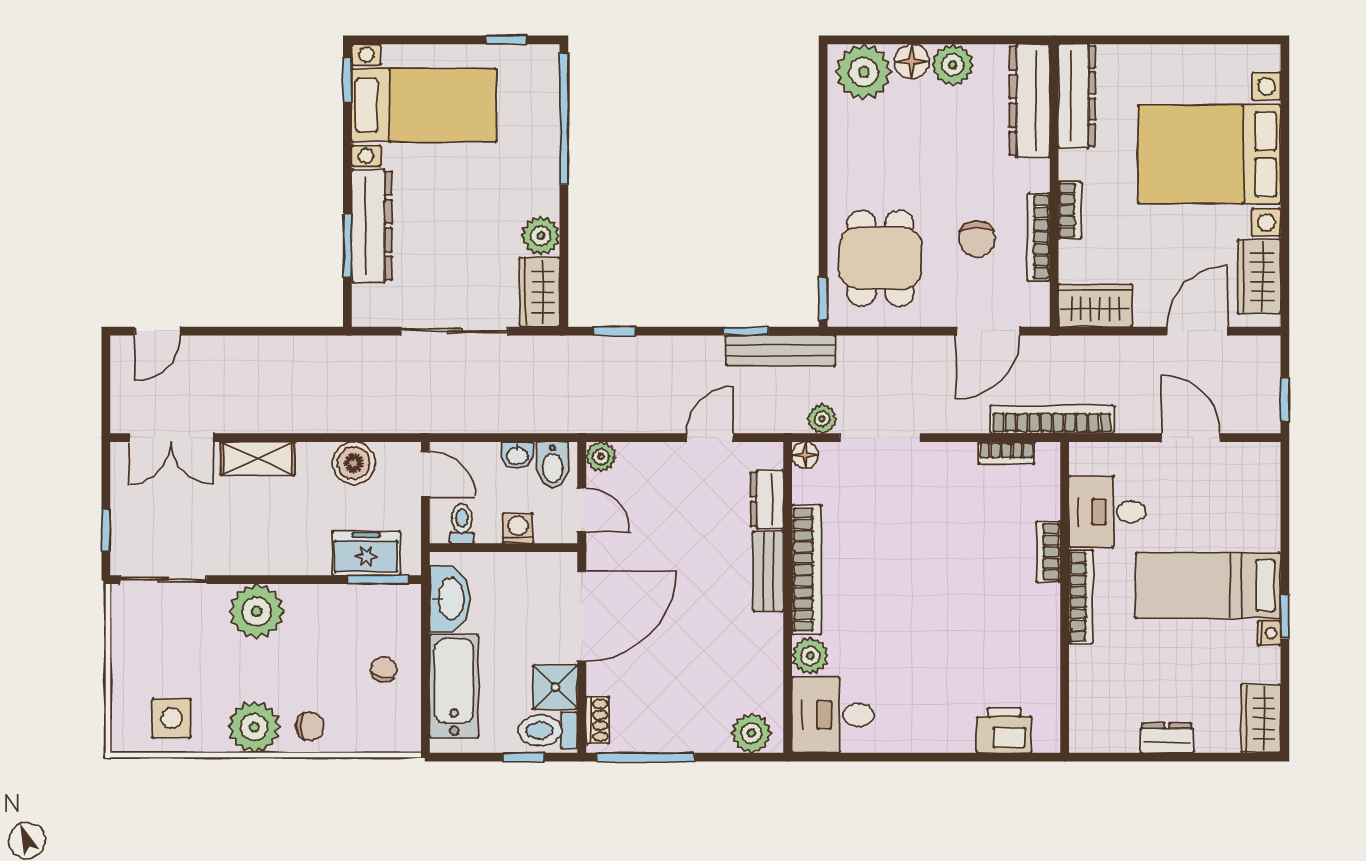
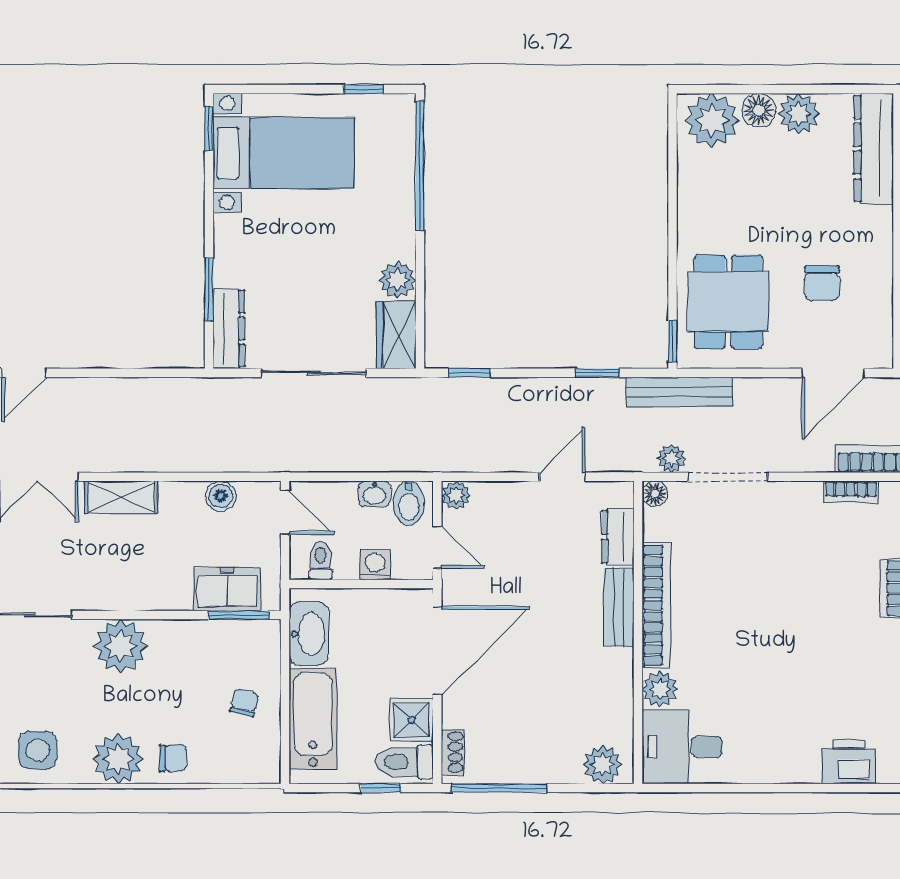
dresser: (372, 226) -> (229, 328), moved, width x0.73, depth x0.80
bookcase: (1039, 237) -> (882, 281), removed
bench: (781, 351) -> (679, 392), moved
boiler: (354, 463) -> (221, 496), width x0.73, depth x0.73

